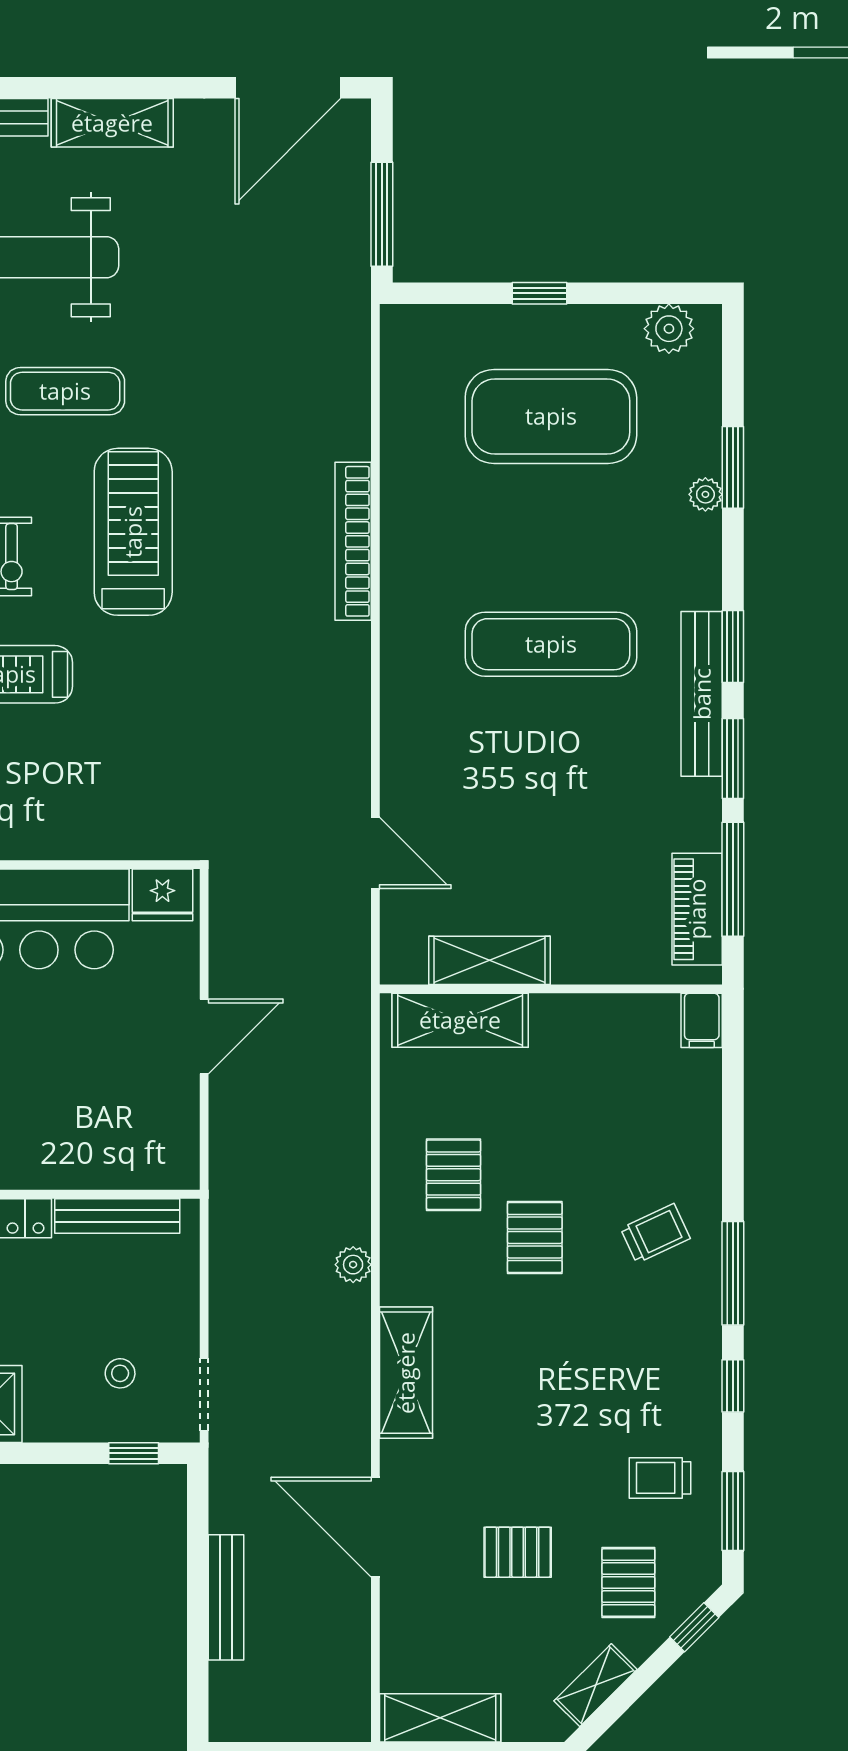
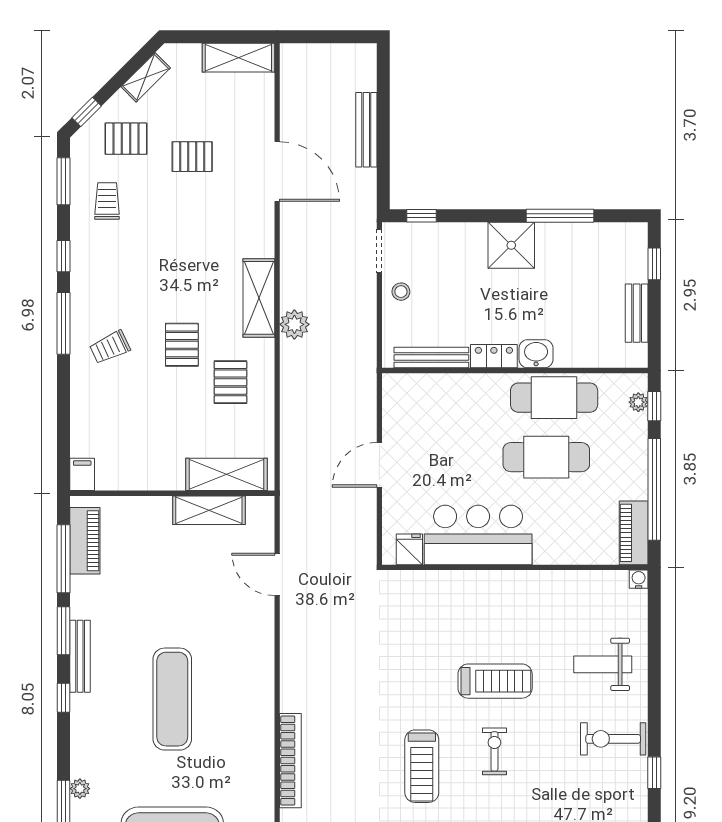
treadmill: (133, 532) -> (422, 766), width x0.73, depth x0.73
exercise mat: (551, 644) -> (172, 699), turned 90
window: (733, 647) -> (64, 698), width x0.67
bench: (702, 694) -> (80, 656), width x0.73, depth x0.82
fridge: (162, 895) -> (409, 549), width x0.72
plant: (353, 1265) -> (294, 324), width x1.38, depth x1.38
stool: (120, 1373) -> (401, 292), moved
shelving: (406, 1373) -> (259, 298), moved
trolley: (660, 1478) -> (107, 201), turned -90
pallet: (628, 1583) -> (126, 139), turned 90

